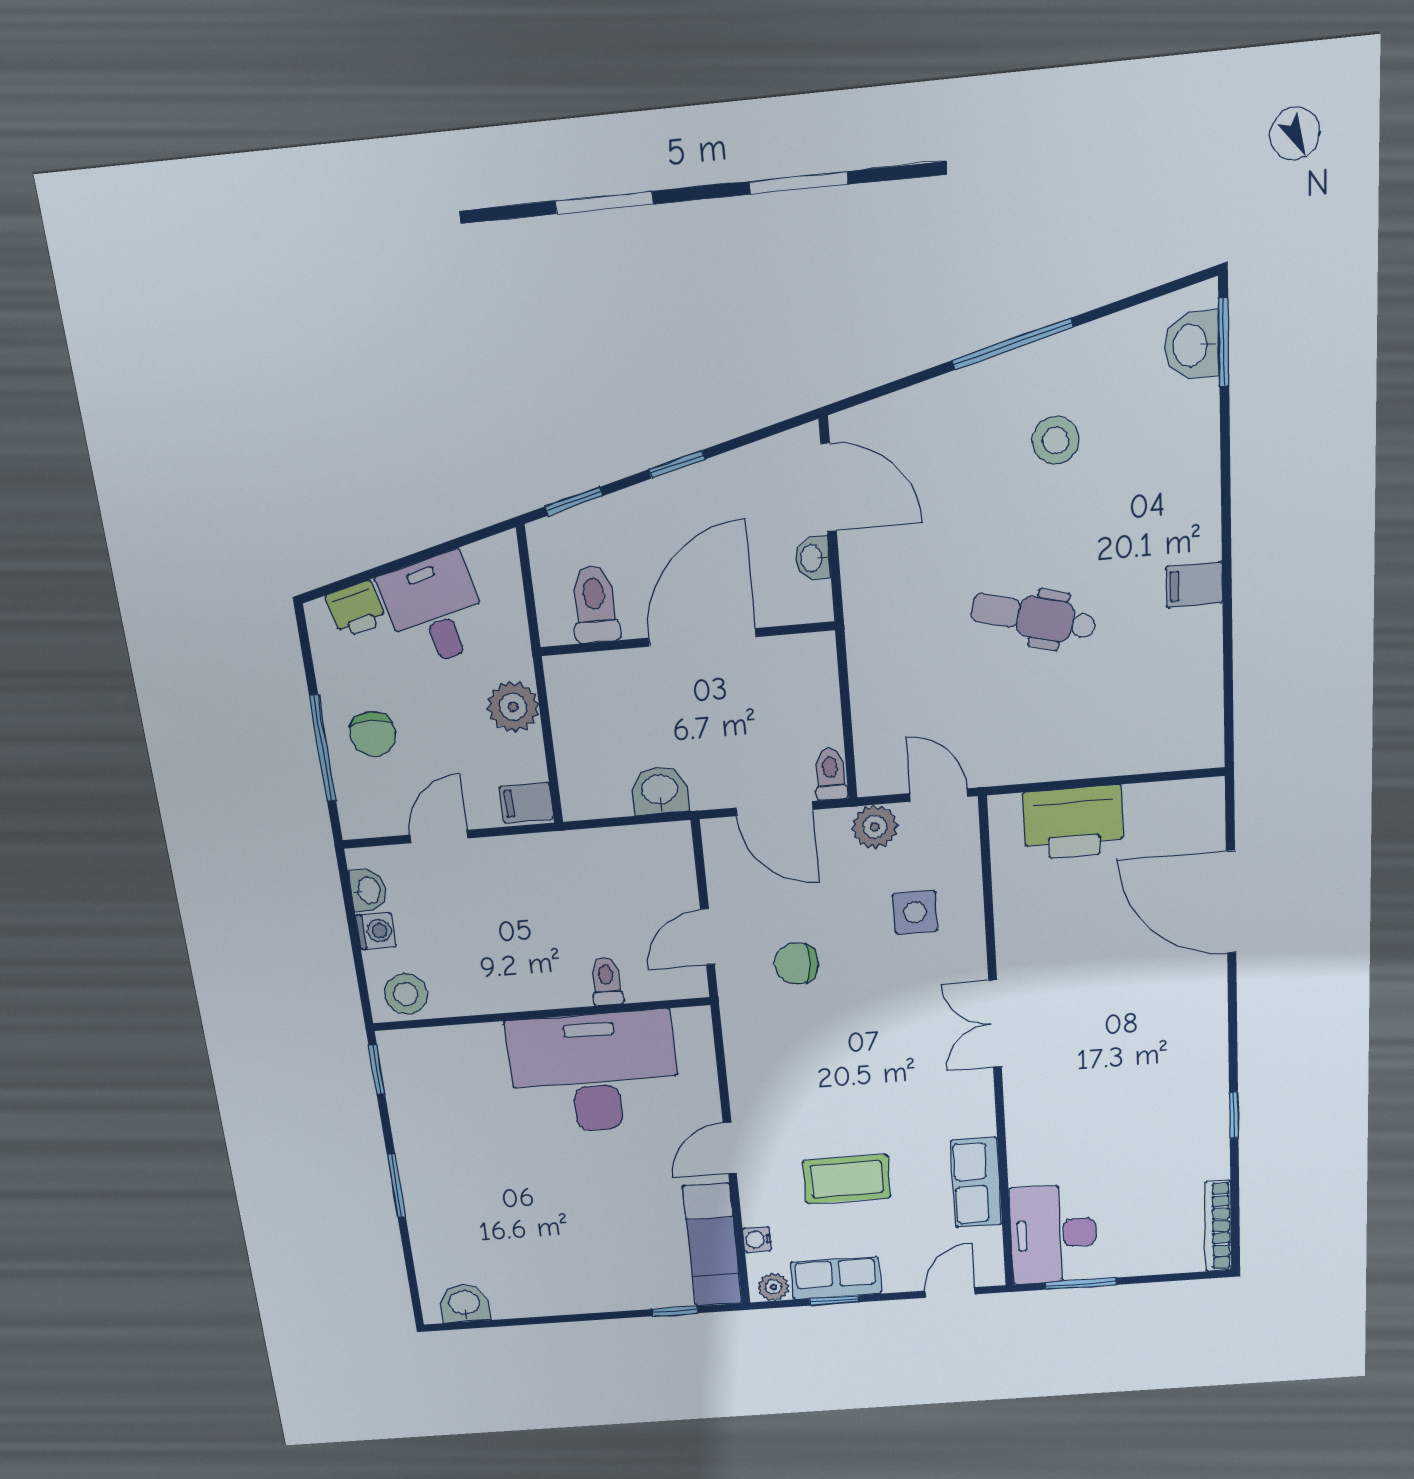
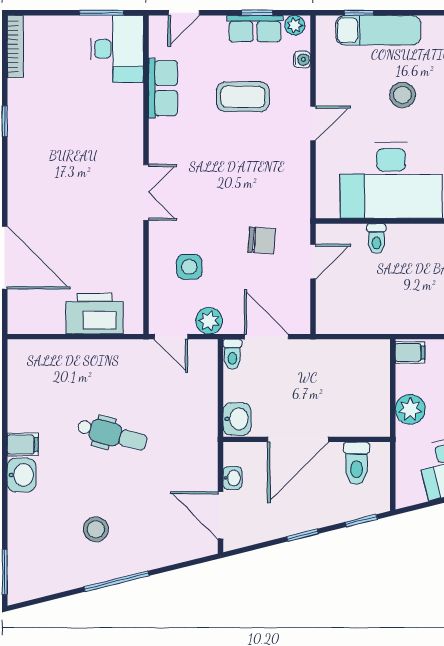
washbasin: (1192, 345) -> (22, 475), moved
washbasin: (660, 791) -> (237, 419), moved, turned -90
stool: (592, 1200) -> (402, 95), added
exam couch: (712, 1245) -> (378, 30), moved, turned 90

